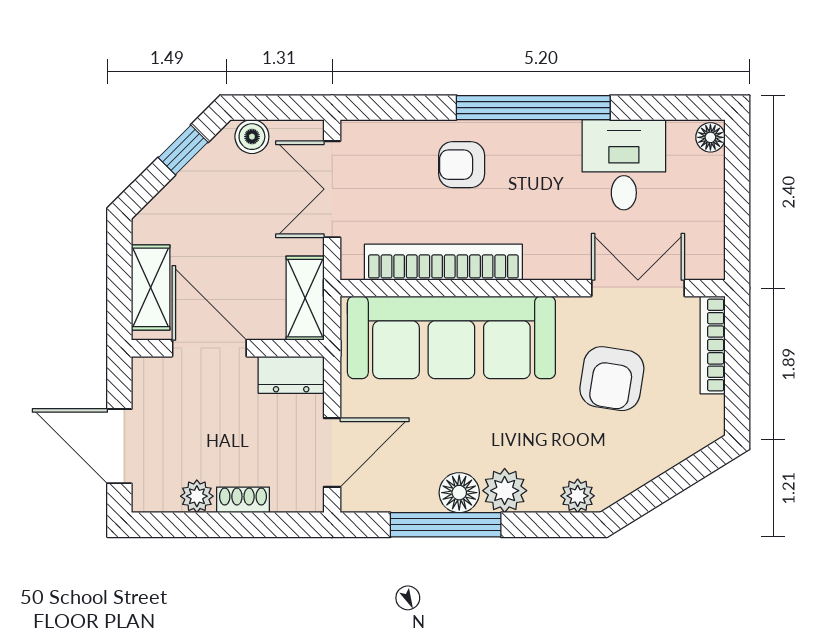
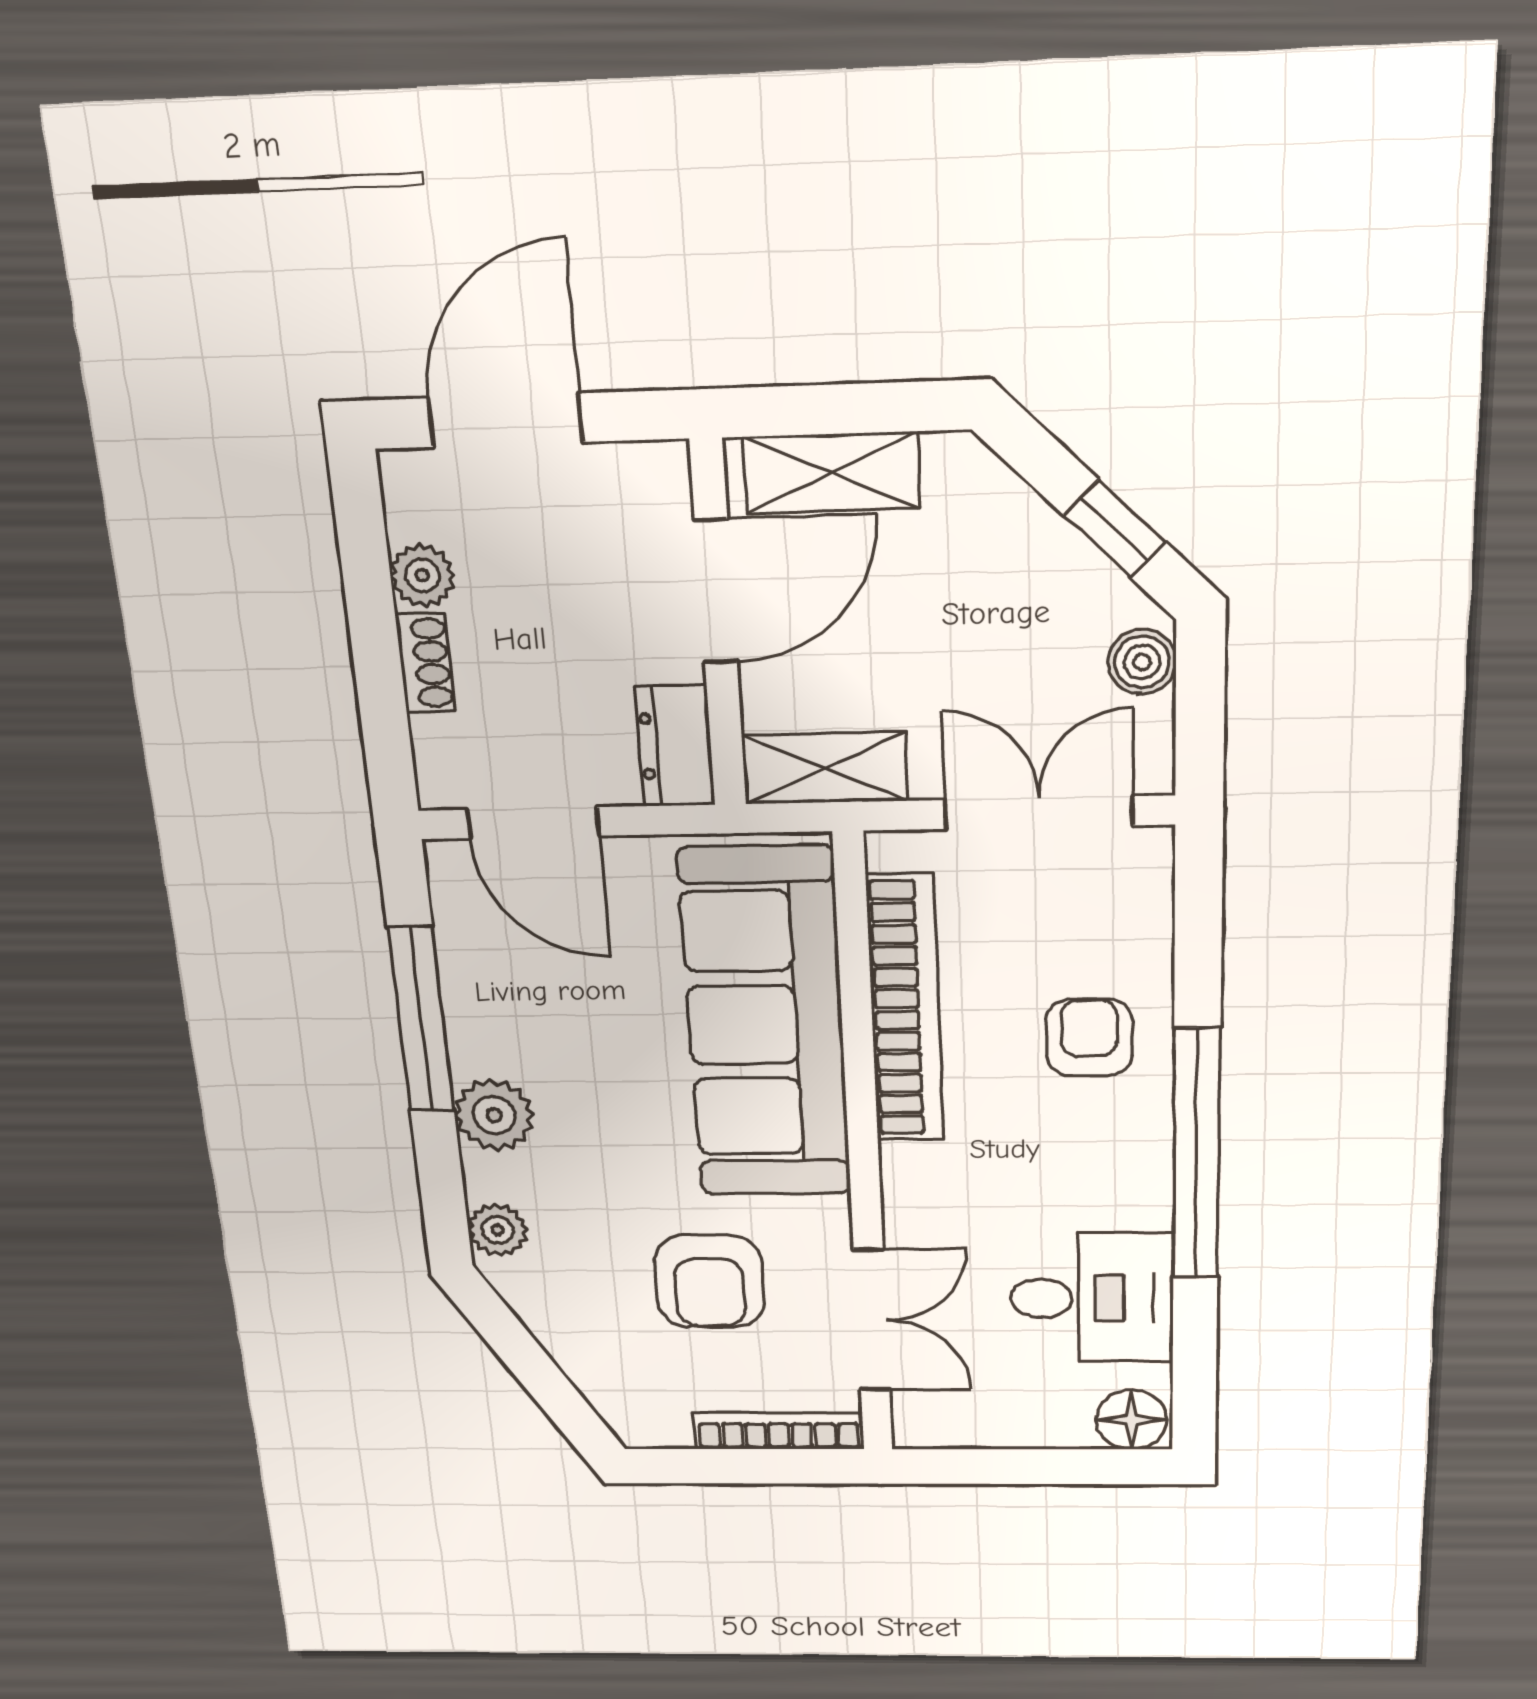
floor lamp: (710, 137) -> (1132, 1420), width x1.37, depth x1.37
armchair: (612, 379) -> (709, 1281), turned -99
floor lamp: (459, 493) -> (482, 1041), removed

